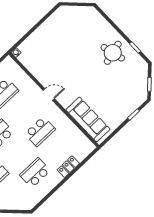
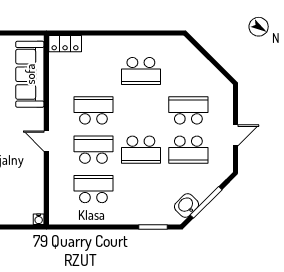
school desk: (22, 112) -> (93, 150), added
locker: (68, 167) -> (65, 44), moved

